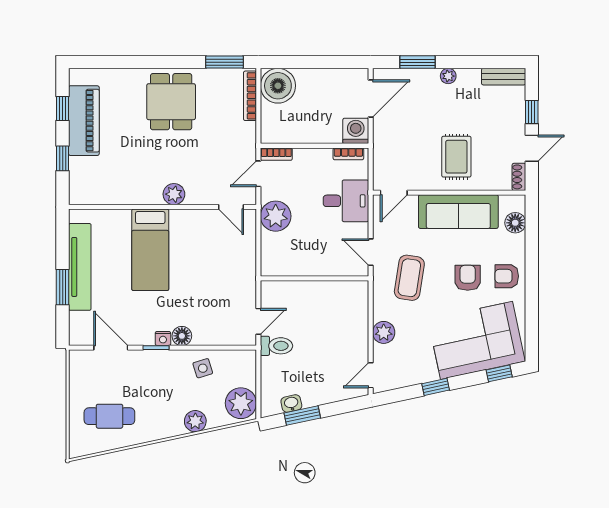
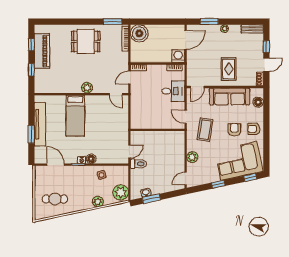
dining table: (171, 102) -> (86, 41), turned 90
plant: (276, 216) -> (138, 99), removed

